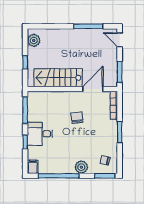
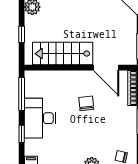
door: (93, 89) -> (106, 68), swing flipped
desk: (40, 134) -> (40, 118), width x1.37

